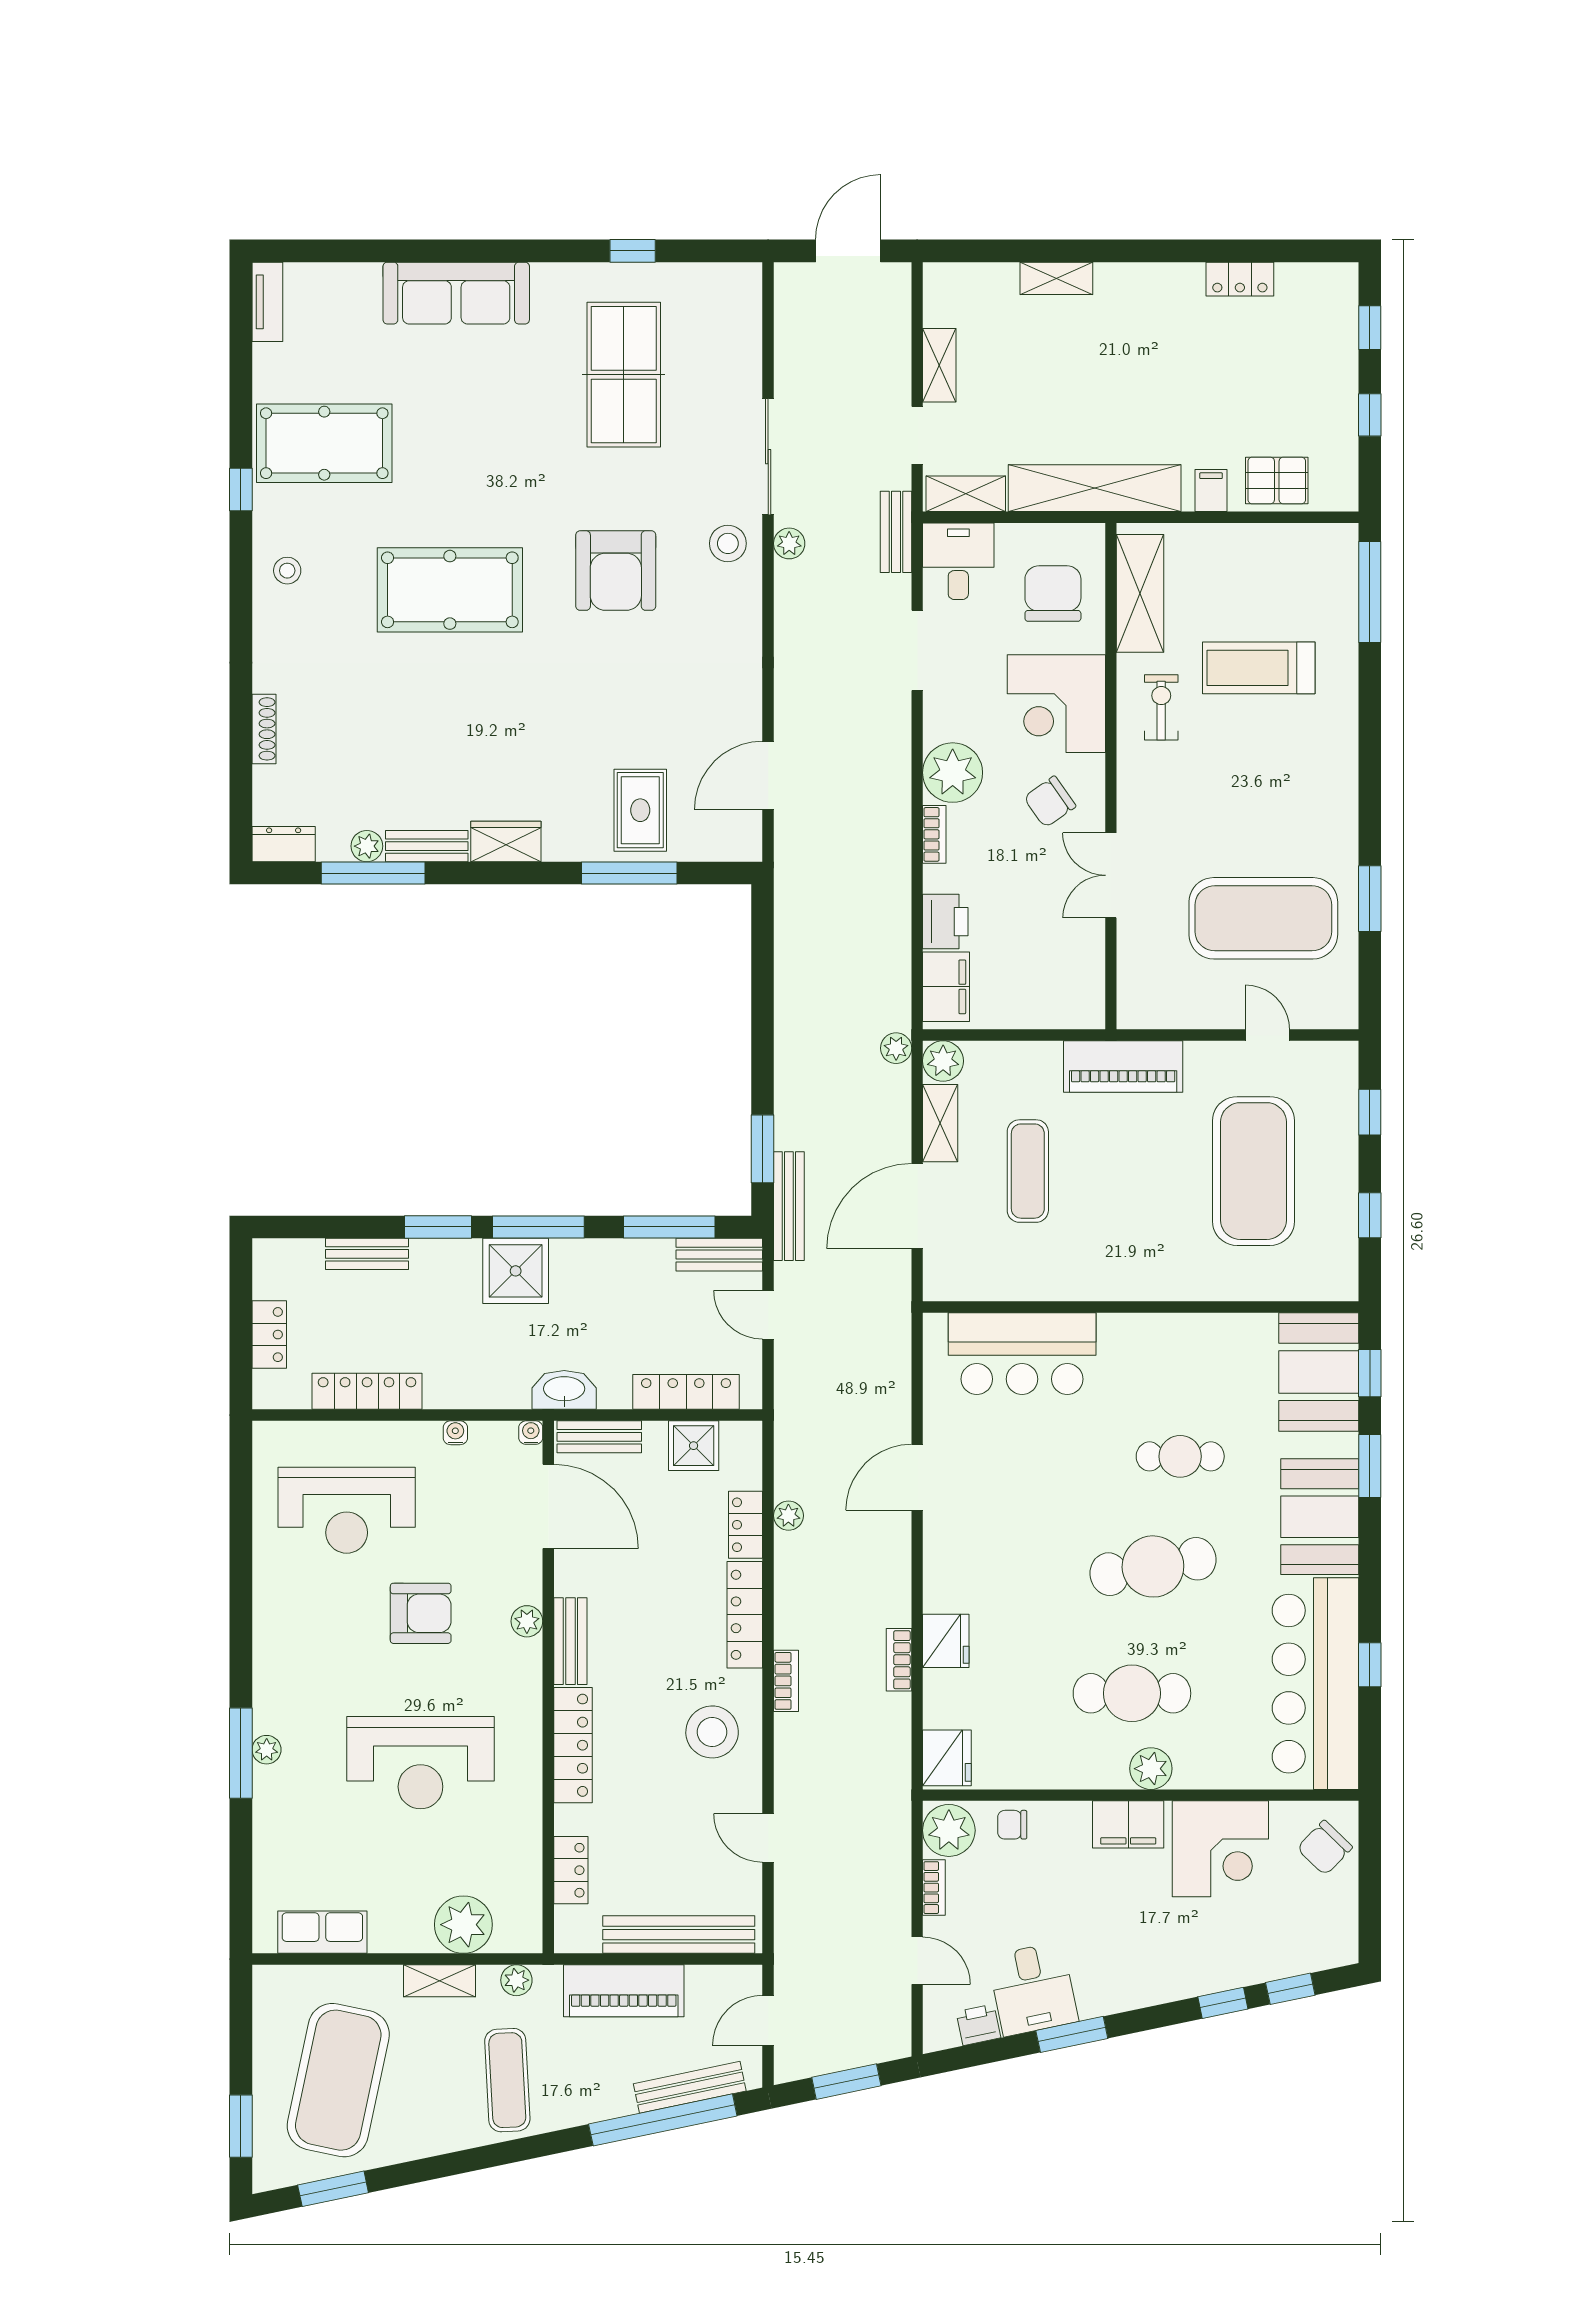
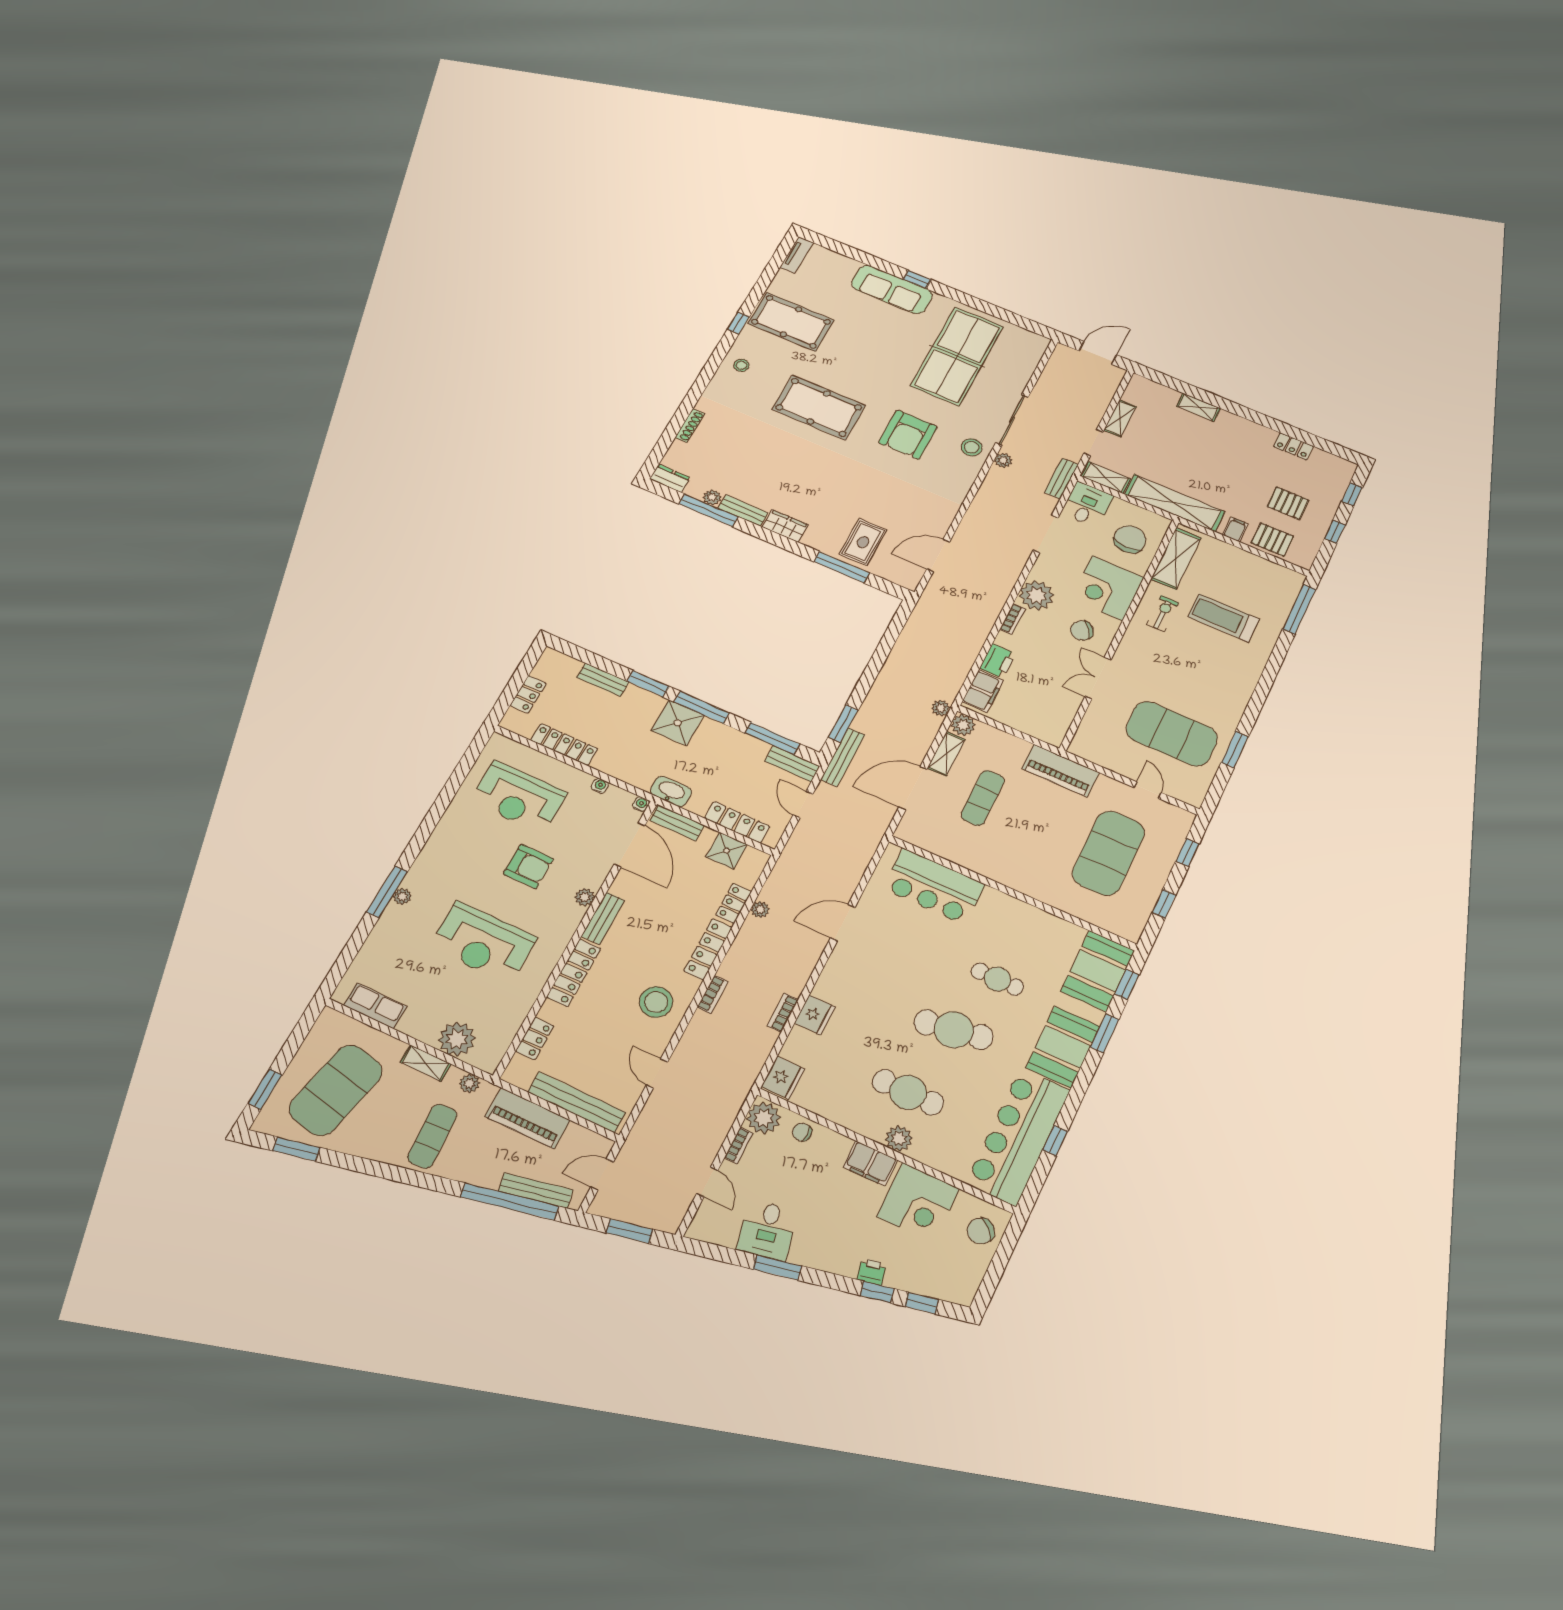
window: (633, 251) -> (917, 279), moved
table tennis table: (624, 375) -> (957, 356), width x1.36, depth x1.32
pallet: (1275, 397) -> (1288, 503), added
printer: (978, 2025) -> (872, 1272), moved

